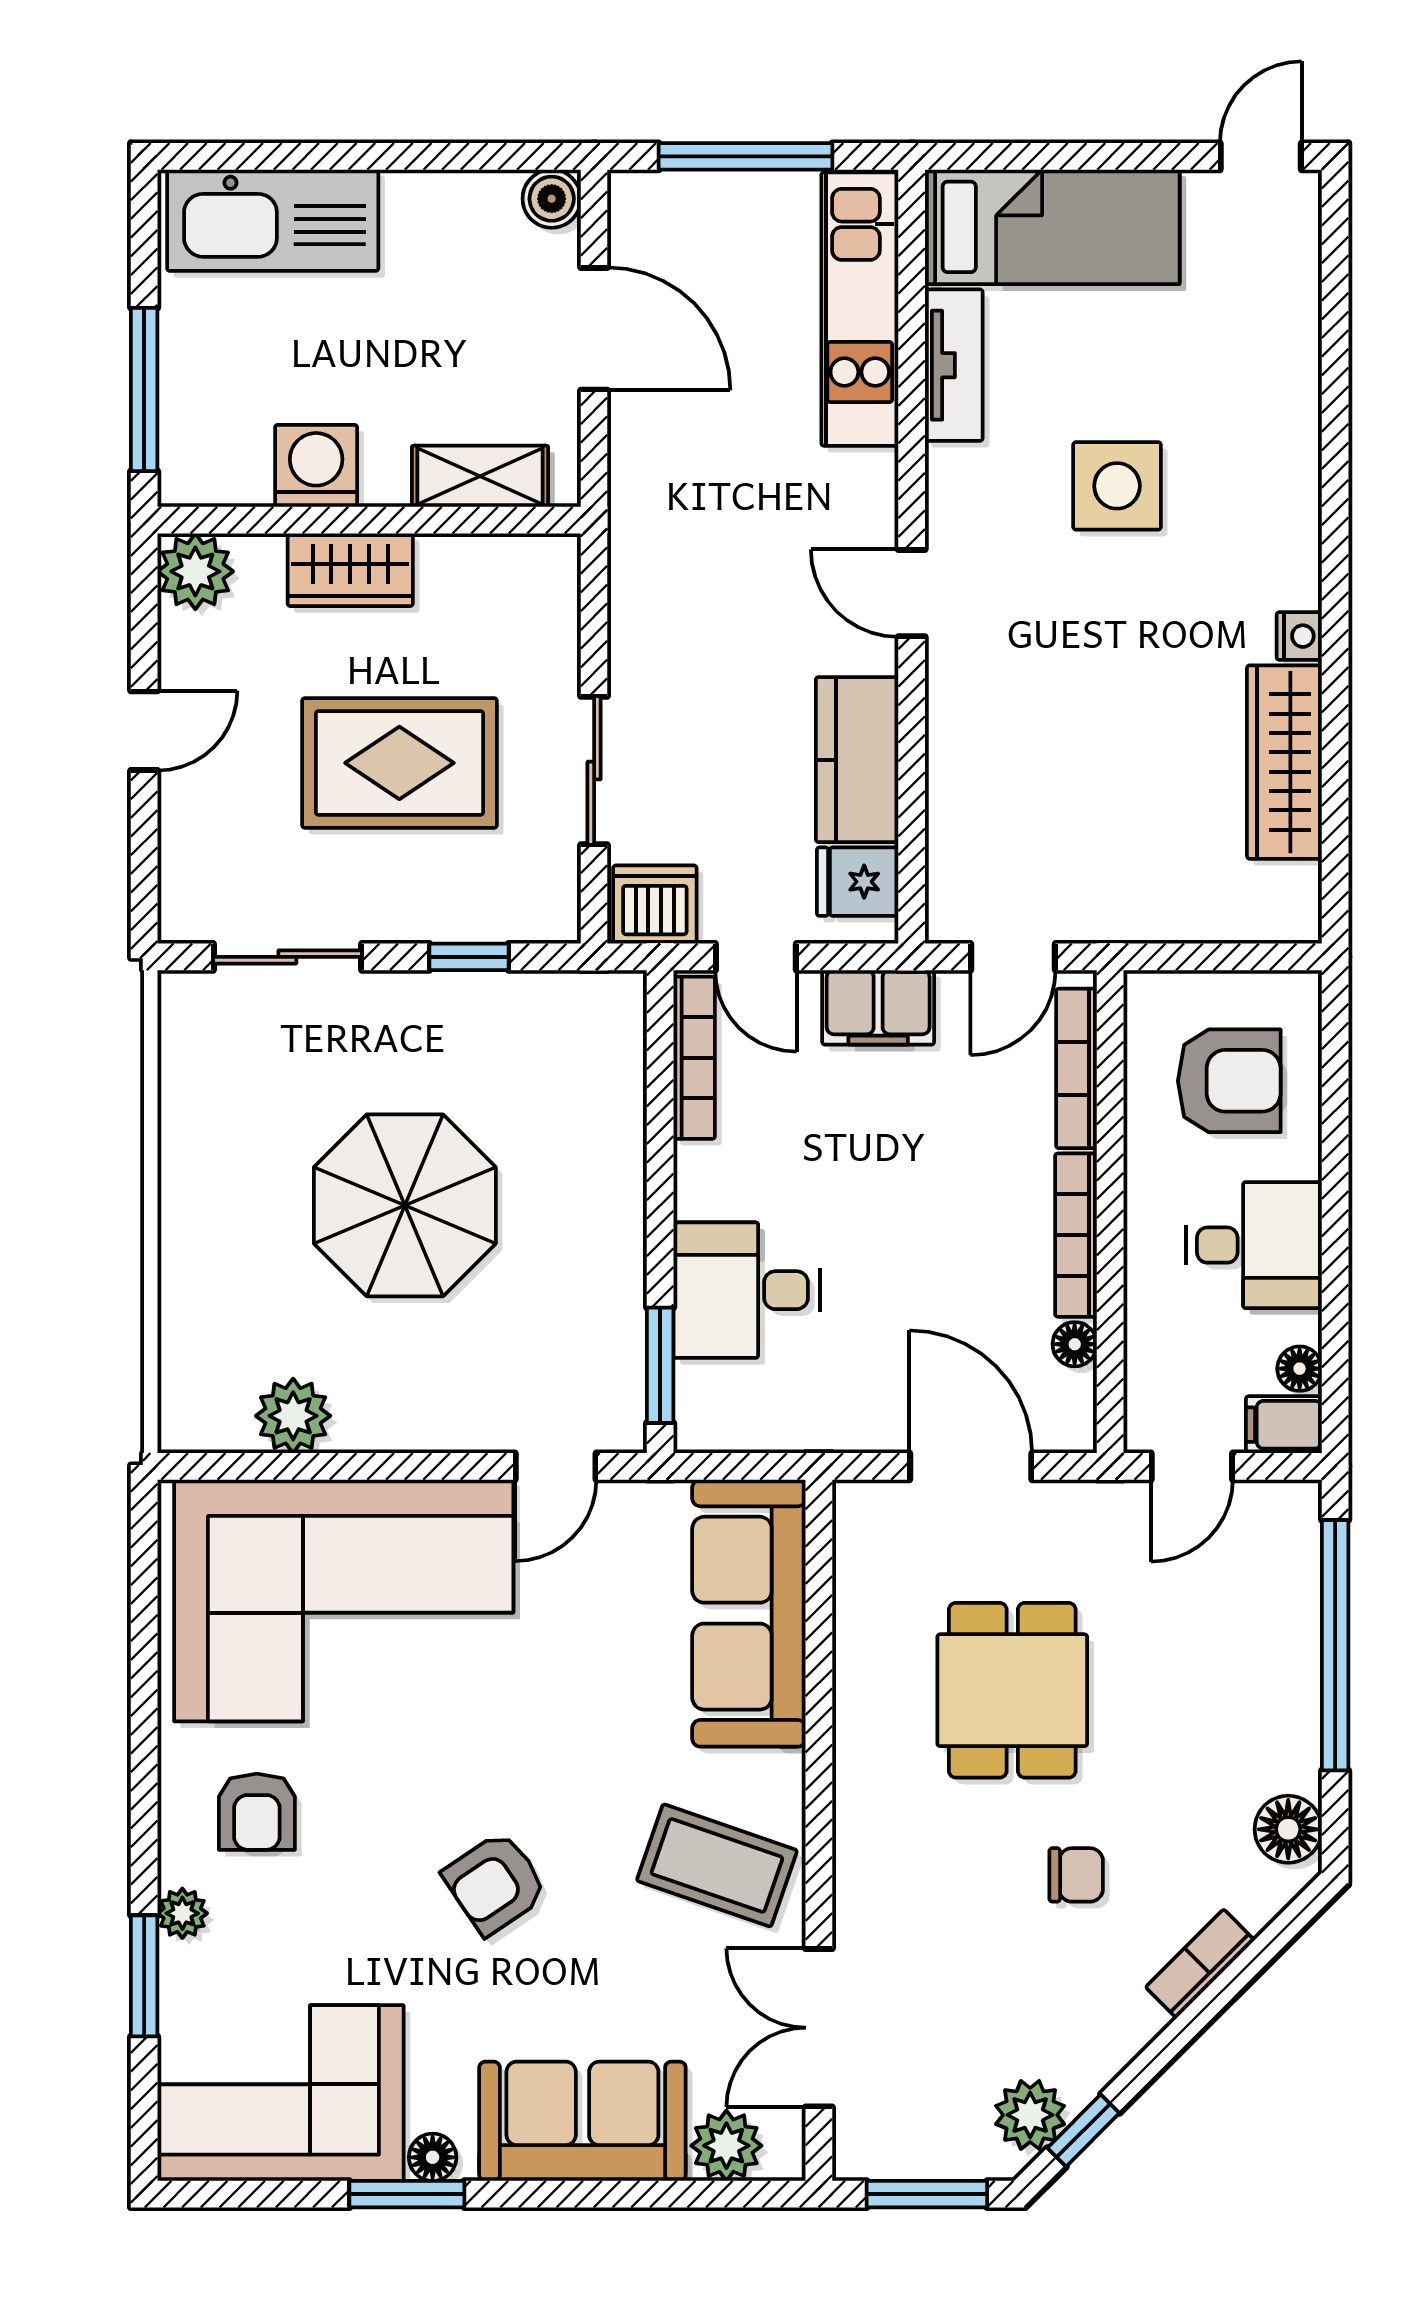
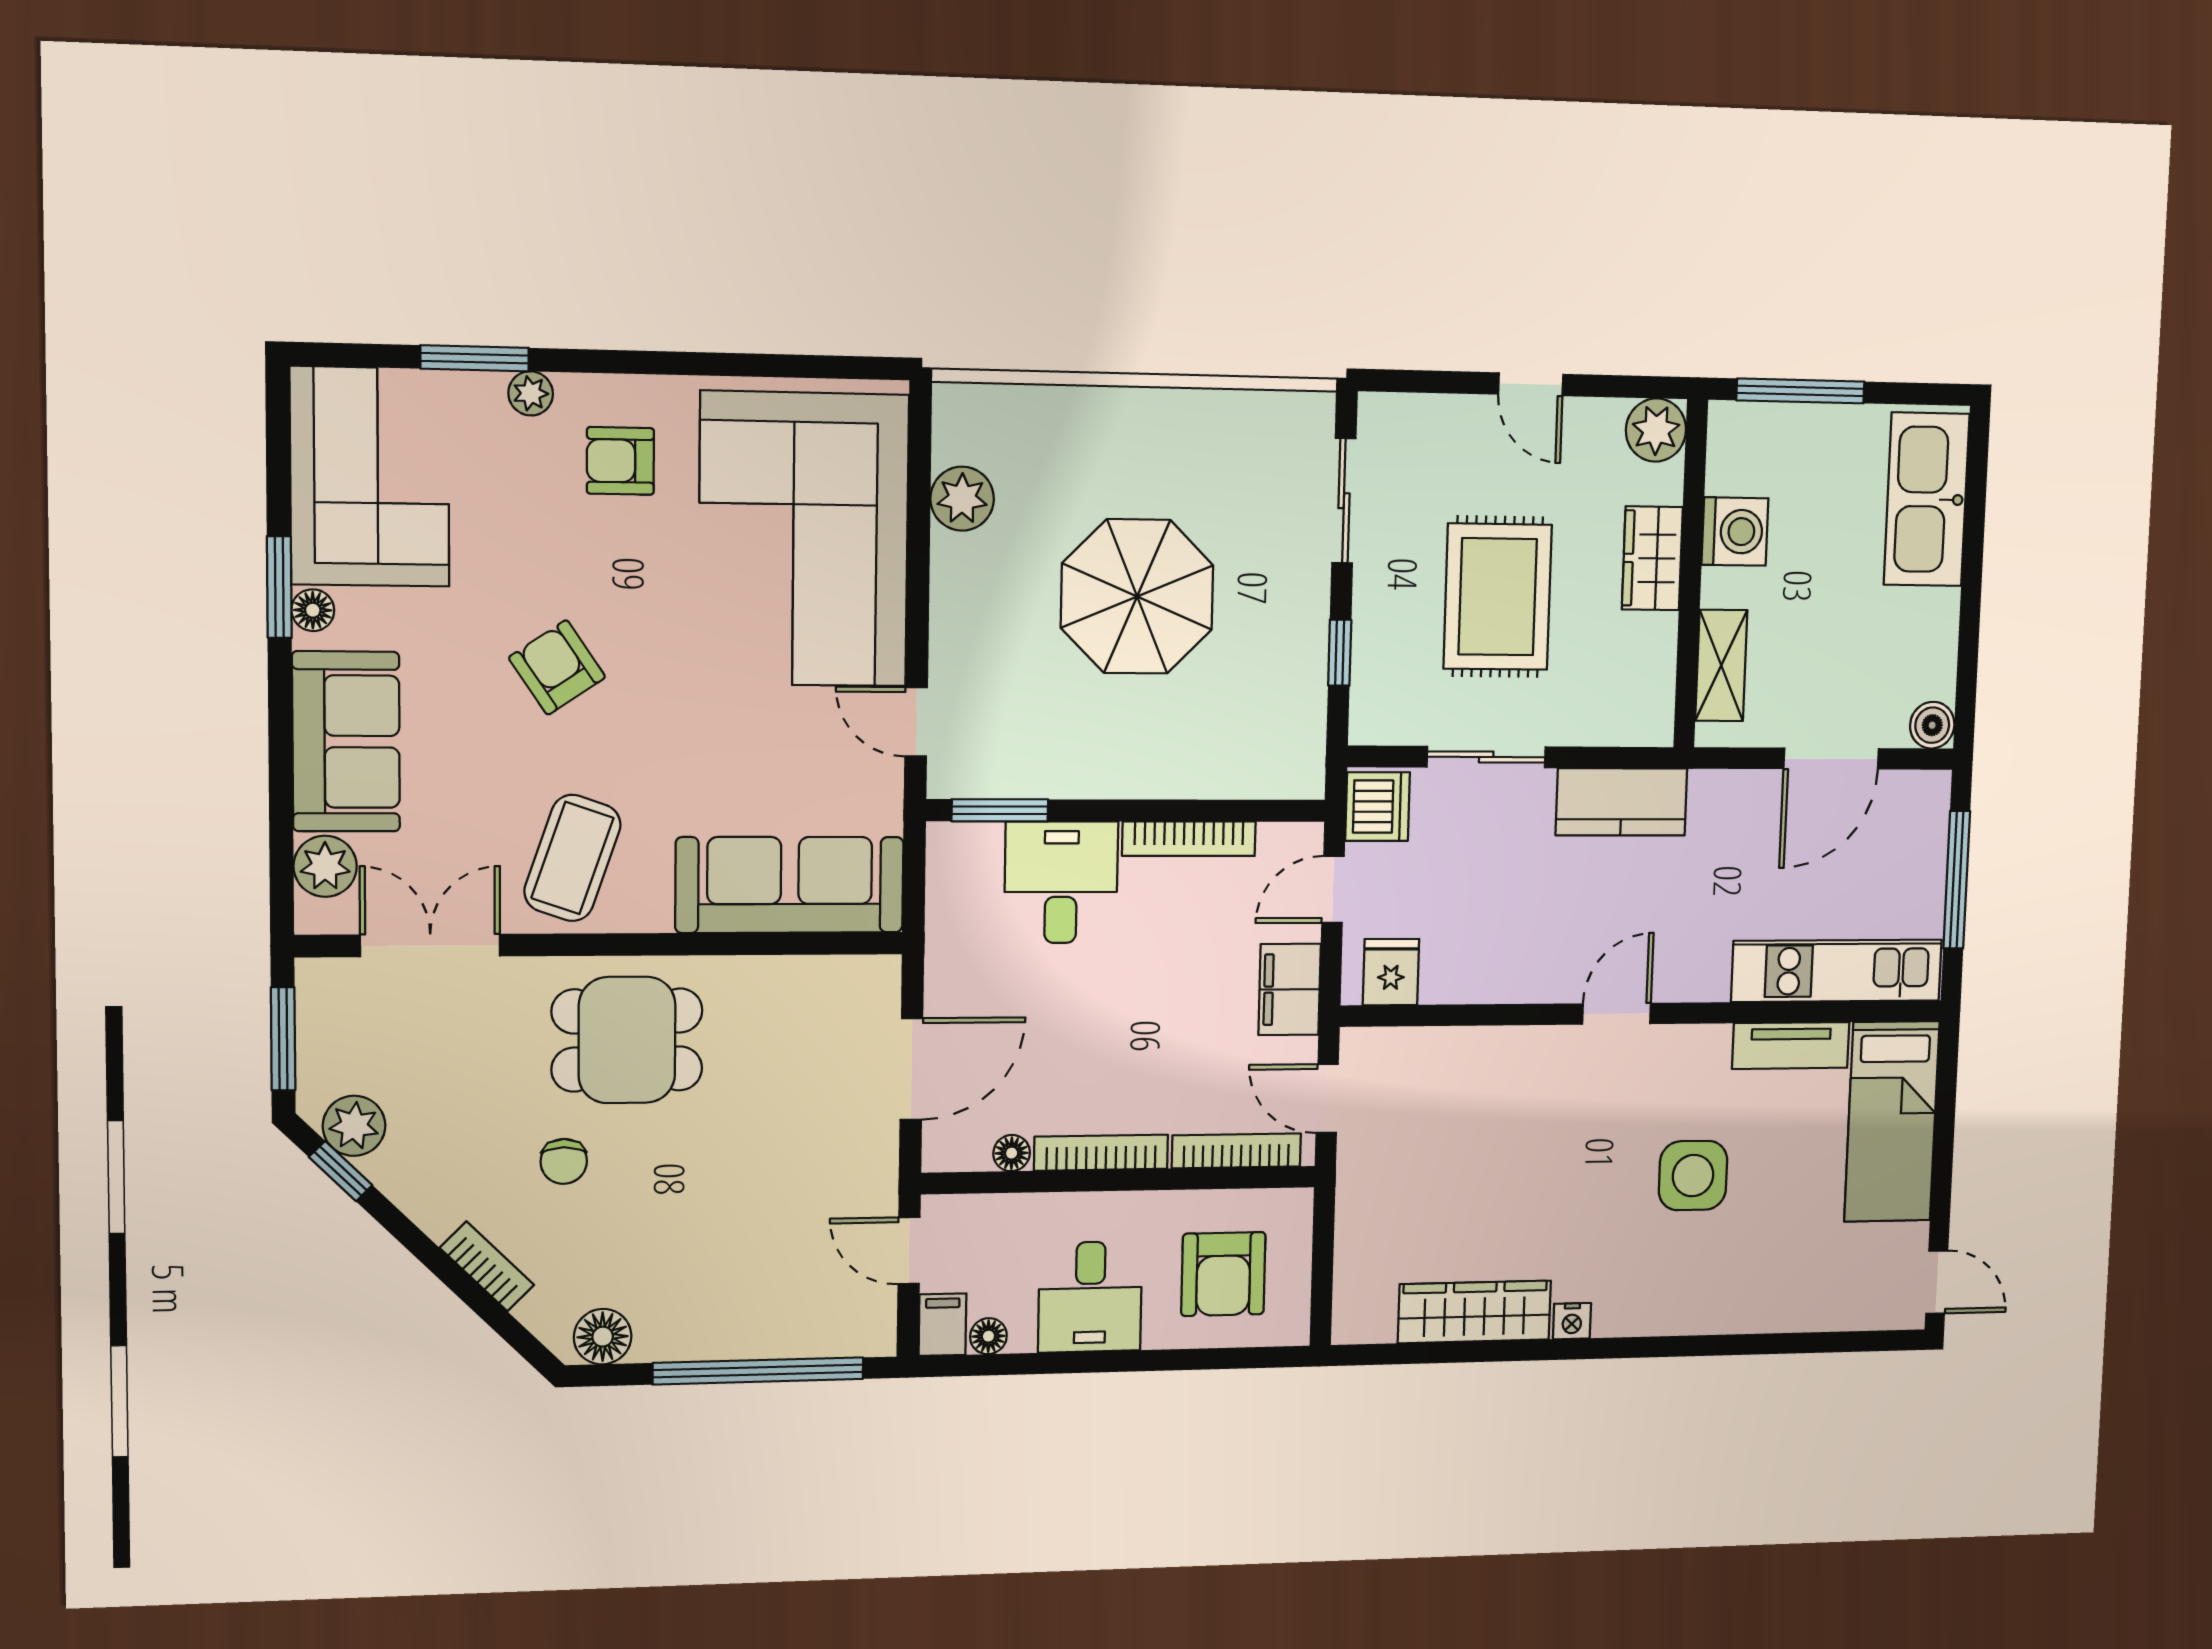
kitchen counter: (857, 760) -> (1621, 802), moved, turned 180
bookcase: (694, 1058) -> (1189, 839), moved
dining table: (1012, 1690) -> (627, 1040), moved

